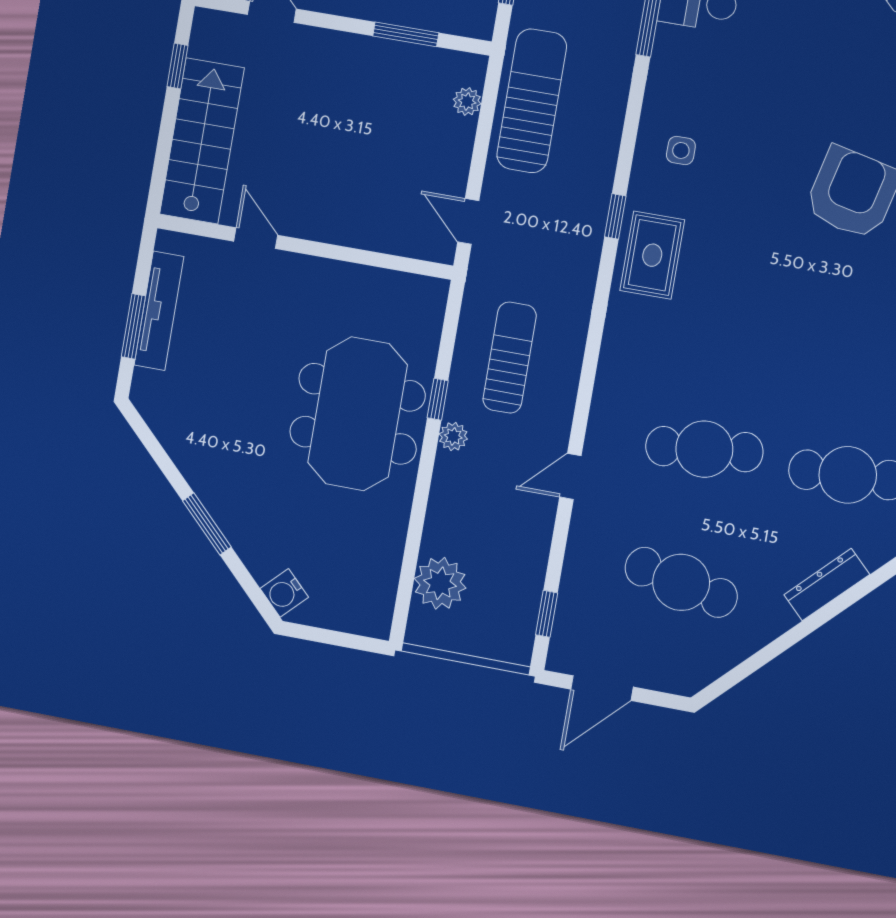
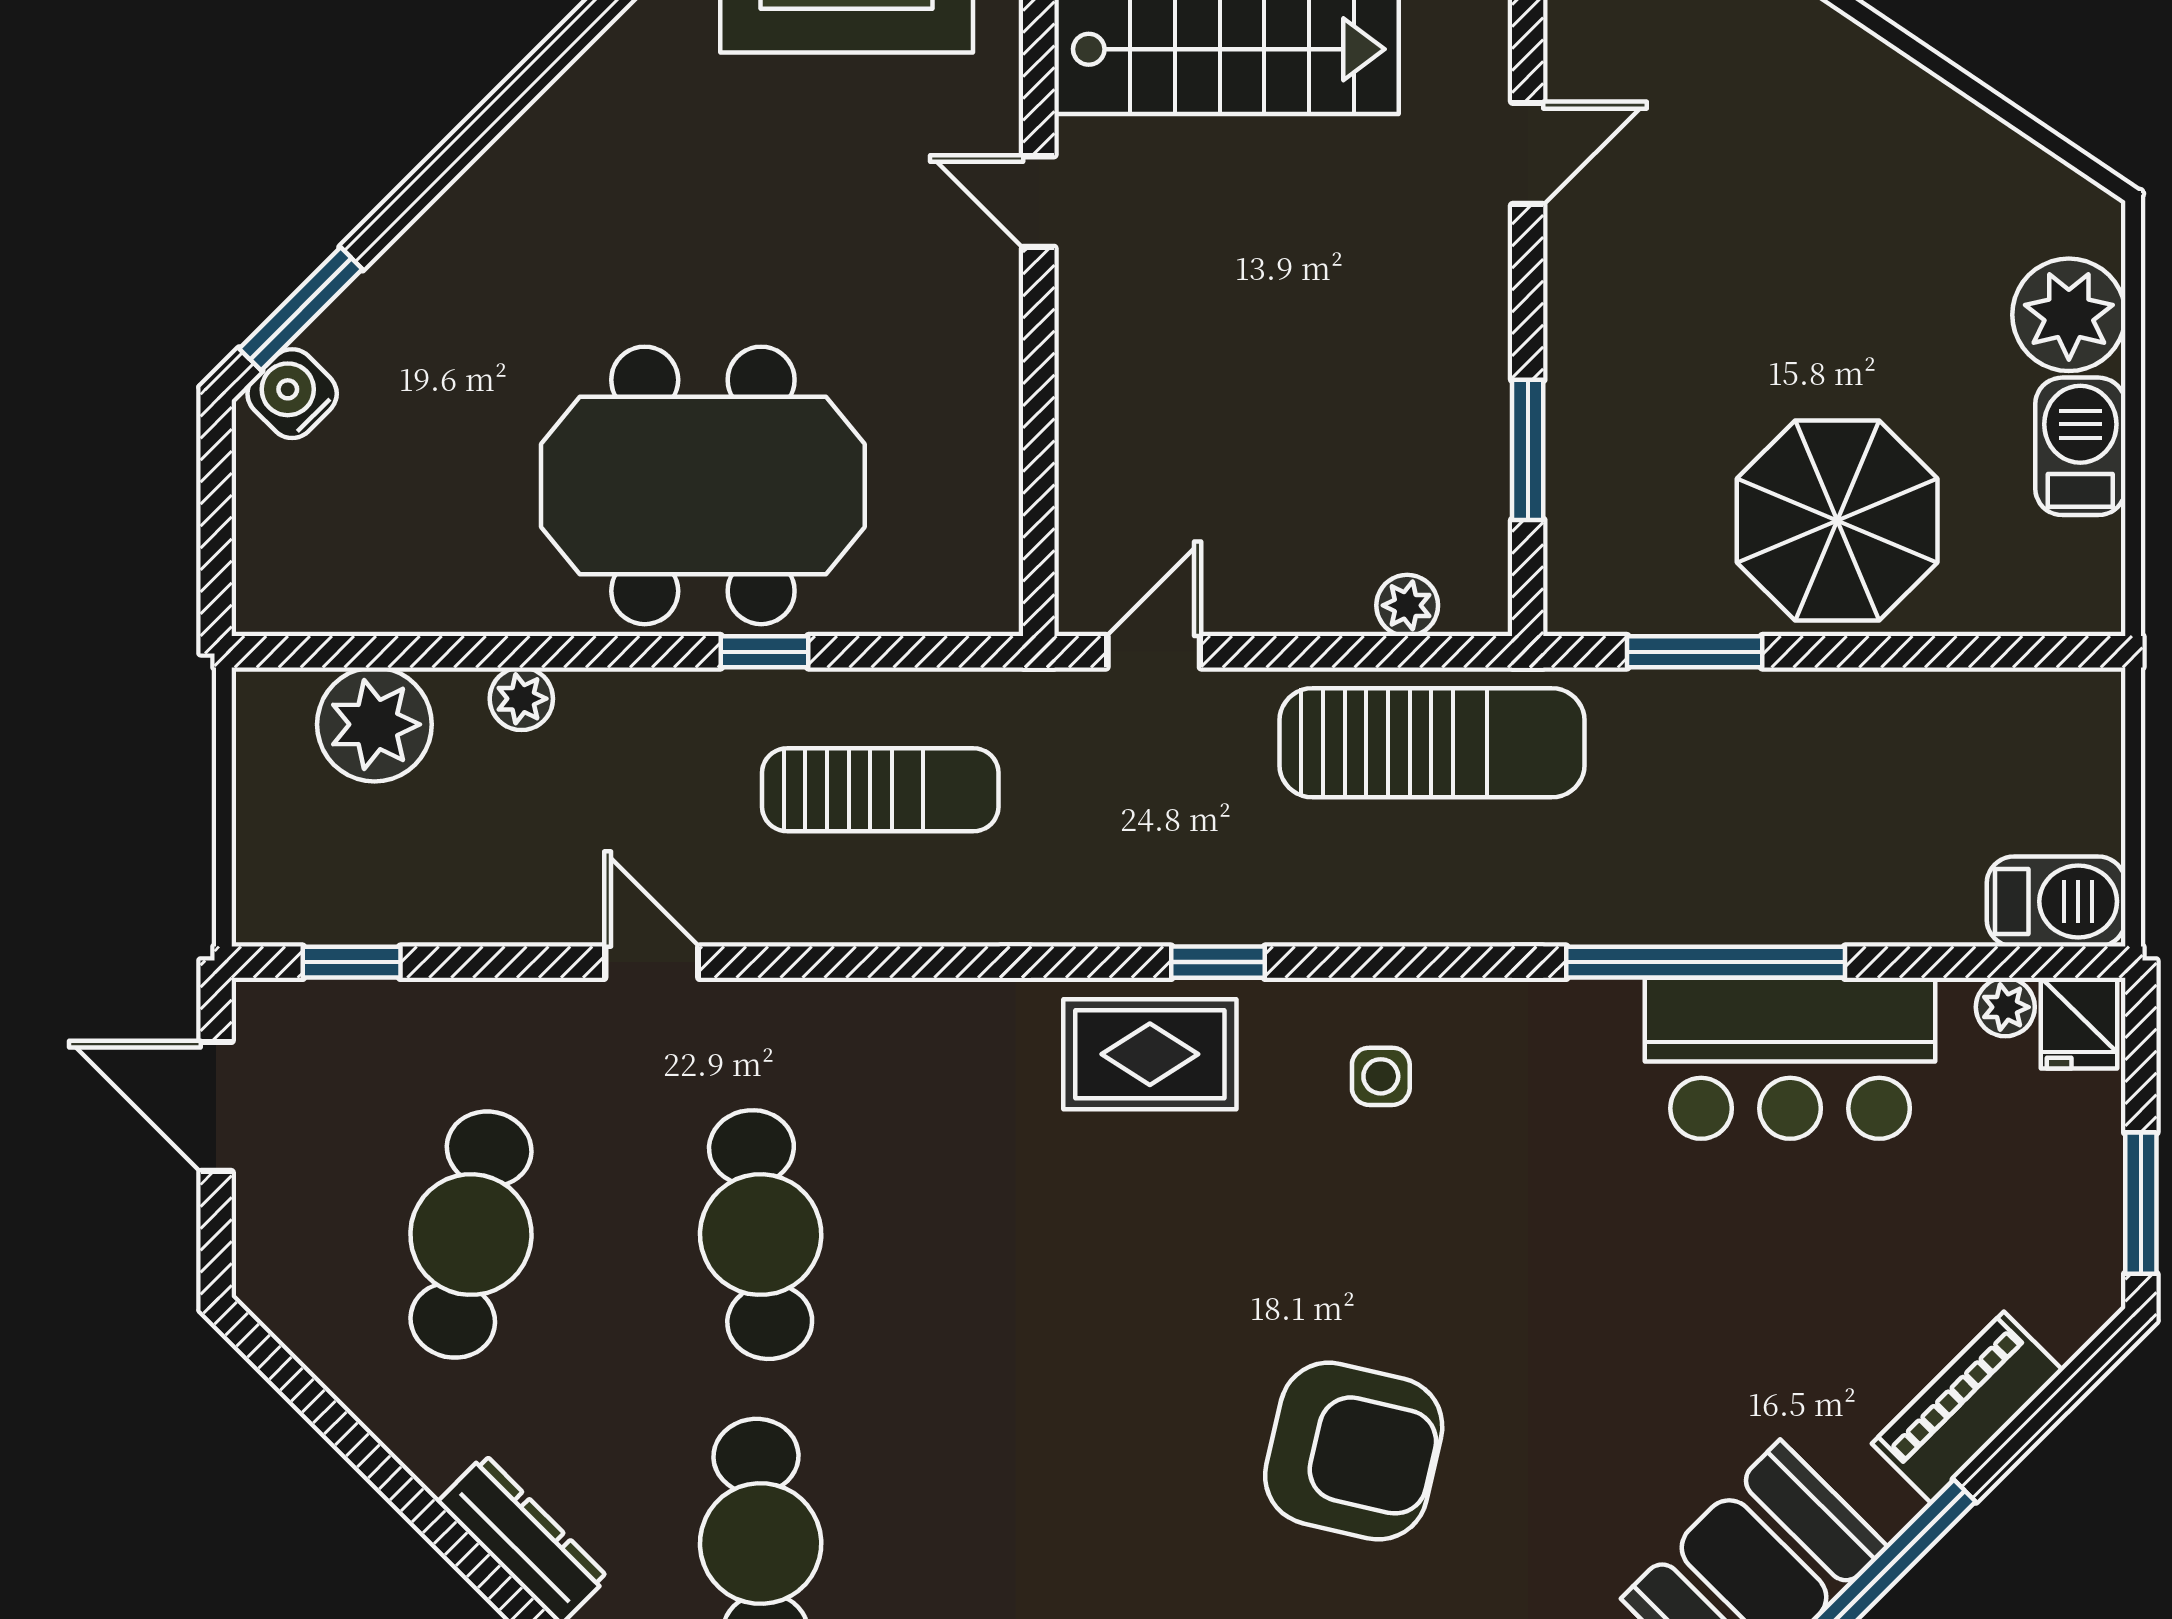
door: (256, 238) -> (1039, 202), swing flipped
plant: (453, 436) -> (521, 699), moved
window: (207, 524) -> (301, 309), moved

